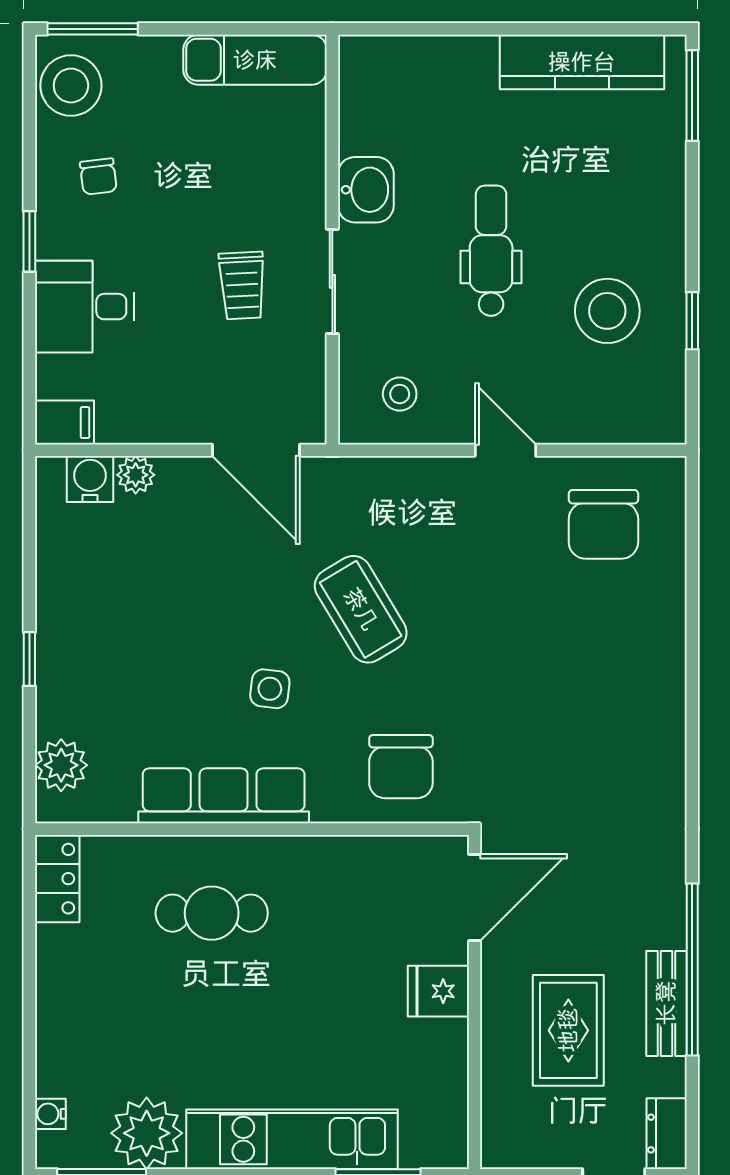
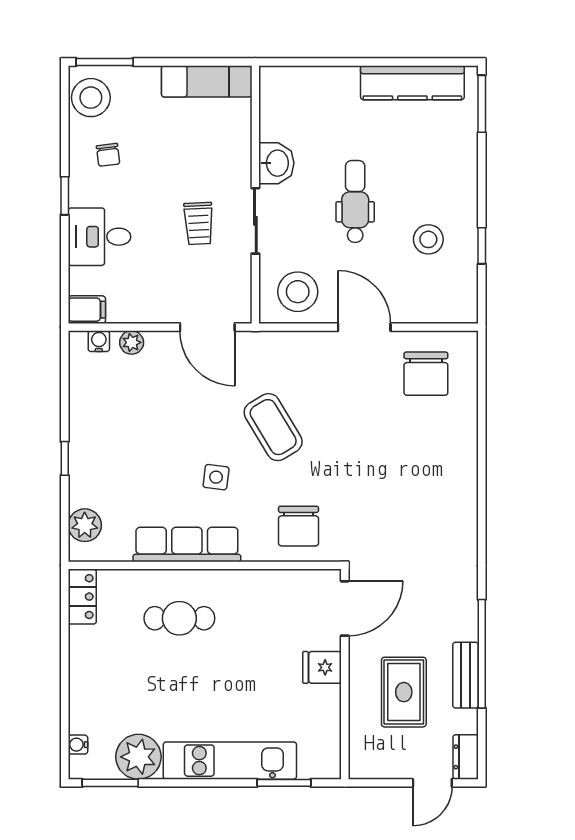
stool: (607, 311) -> (428, 239), width x0.73, depth x0.73
stool: (400, 394) -> (298, 292), width x1.89, depth x1.89
door: (505, 450) -> (364, 327), width x1.38
water cooler: (90, 479) -> (99, 341), width x0.72, depth x0.72

